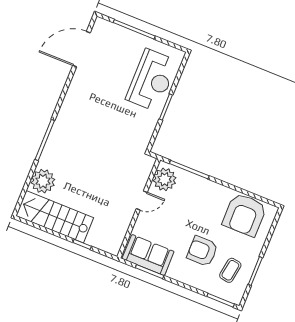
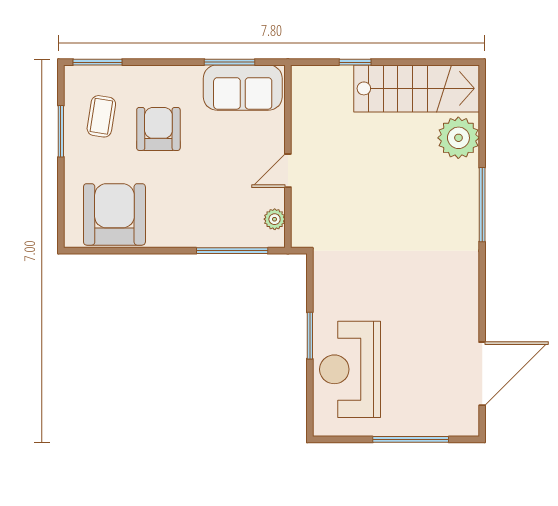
plant: (165, 179) -> (275, 219), width x0.53, depth x0.53
armchair: (202, 251) -> (158, 129), turned -90

